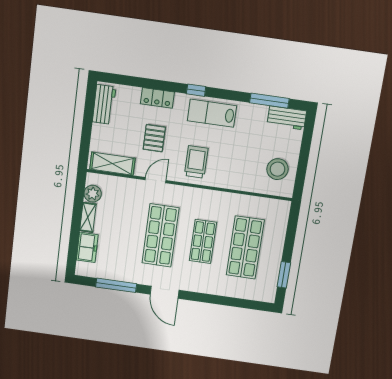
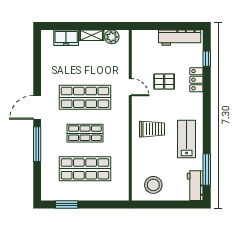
window: (196, 90) -> (207, 59), moved
workbench: (104, 104) -> (180, 38), width x1.38
lab bench: (212, 113) -> (187, 139), moved
trolley: (196, 162) -> (152, 129), moved
shelving: (112, 164) -> (139, 50), removed
window: (116, 285) -> (37, 144), moved

